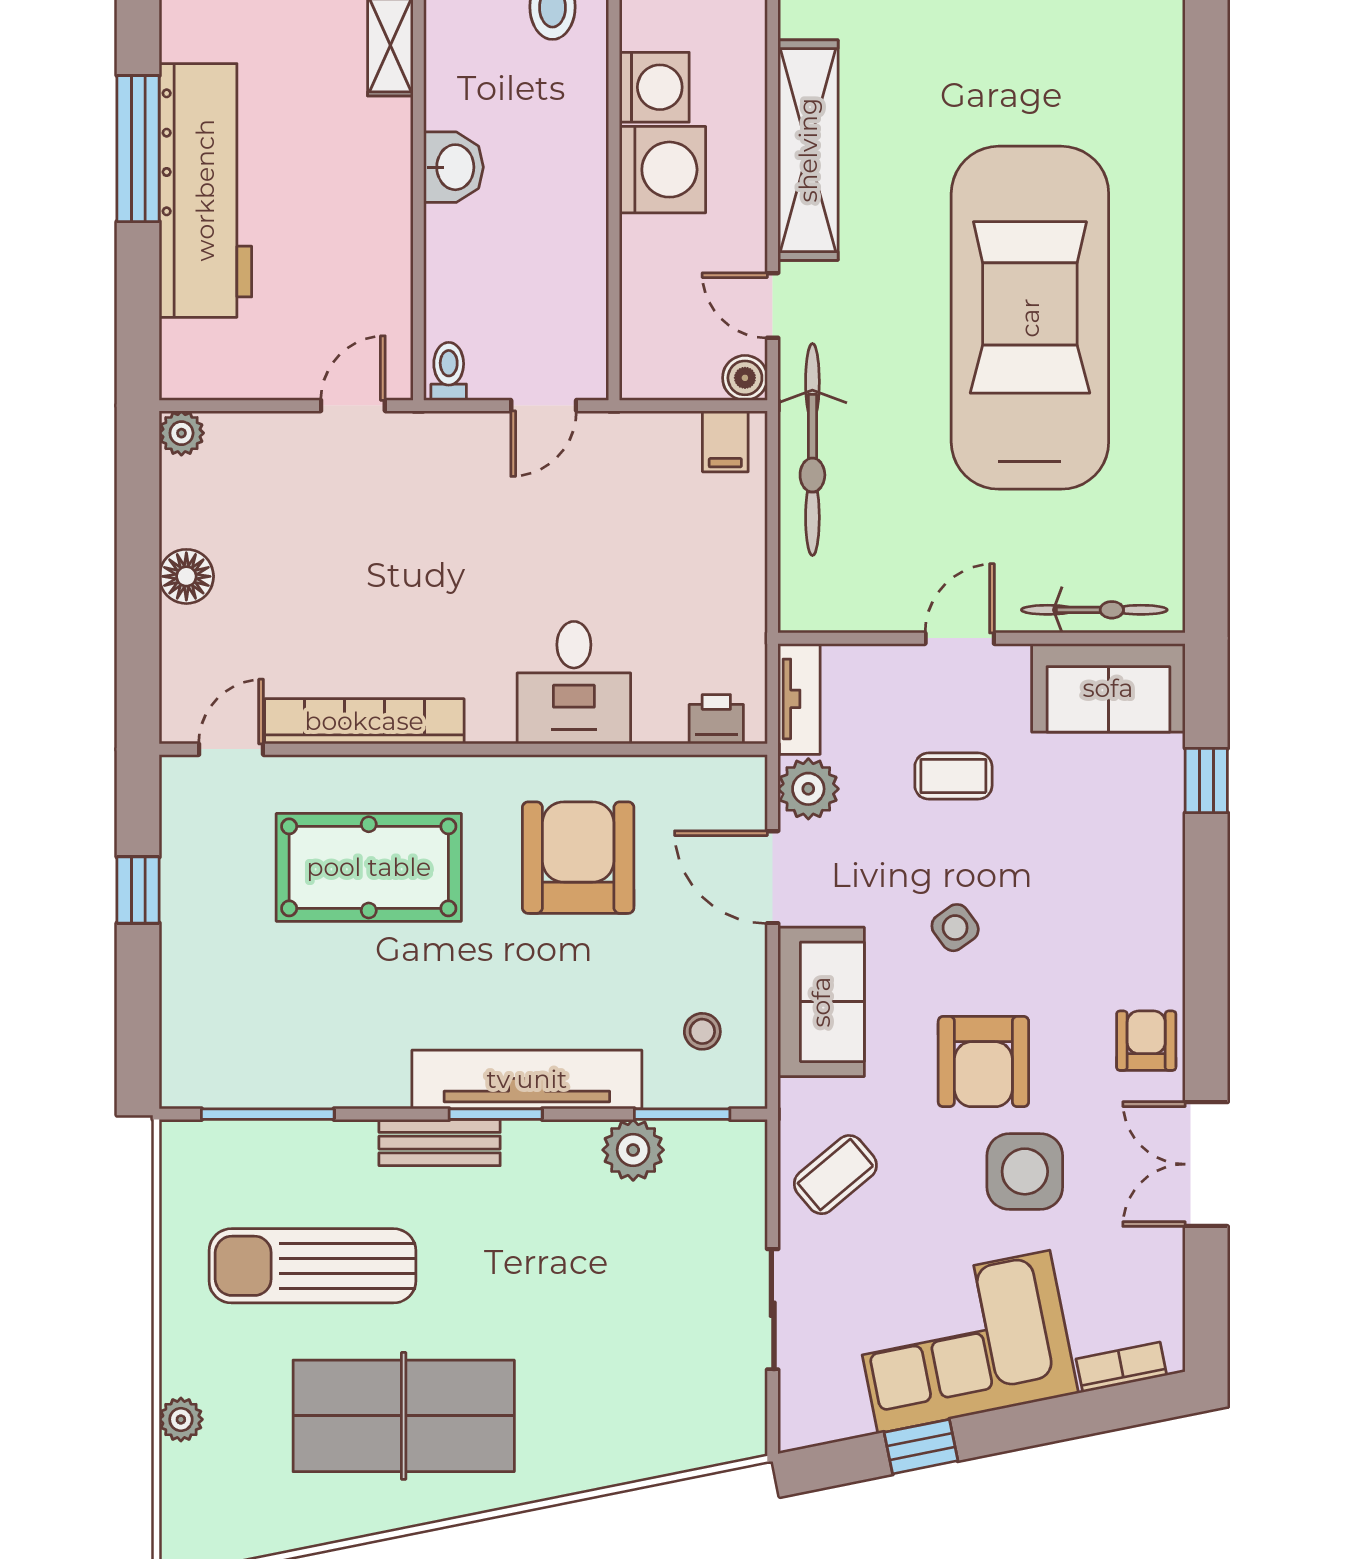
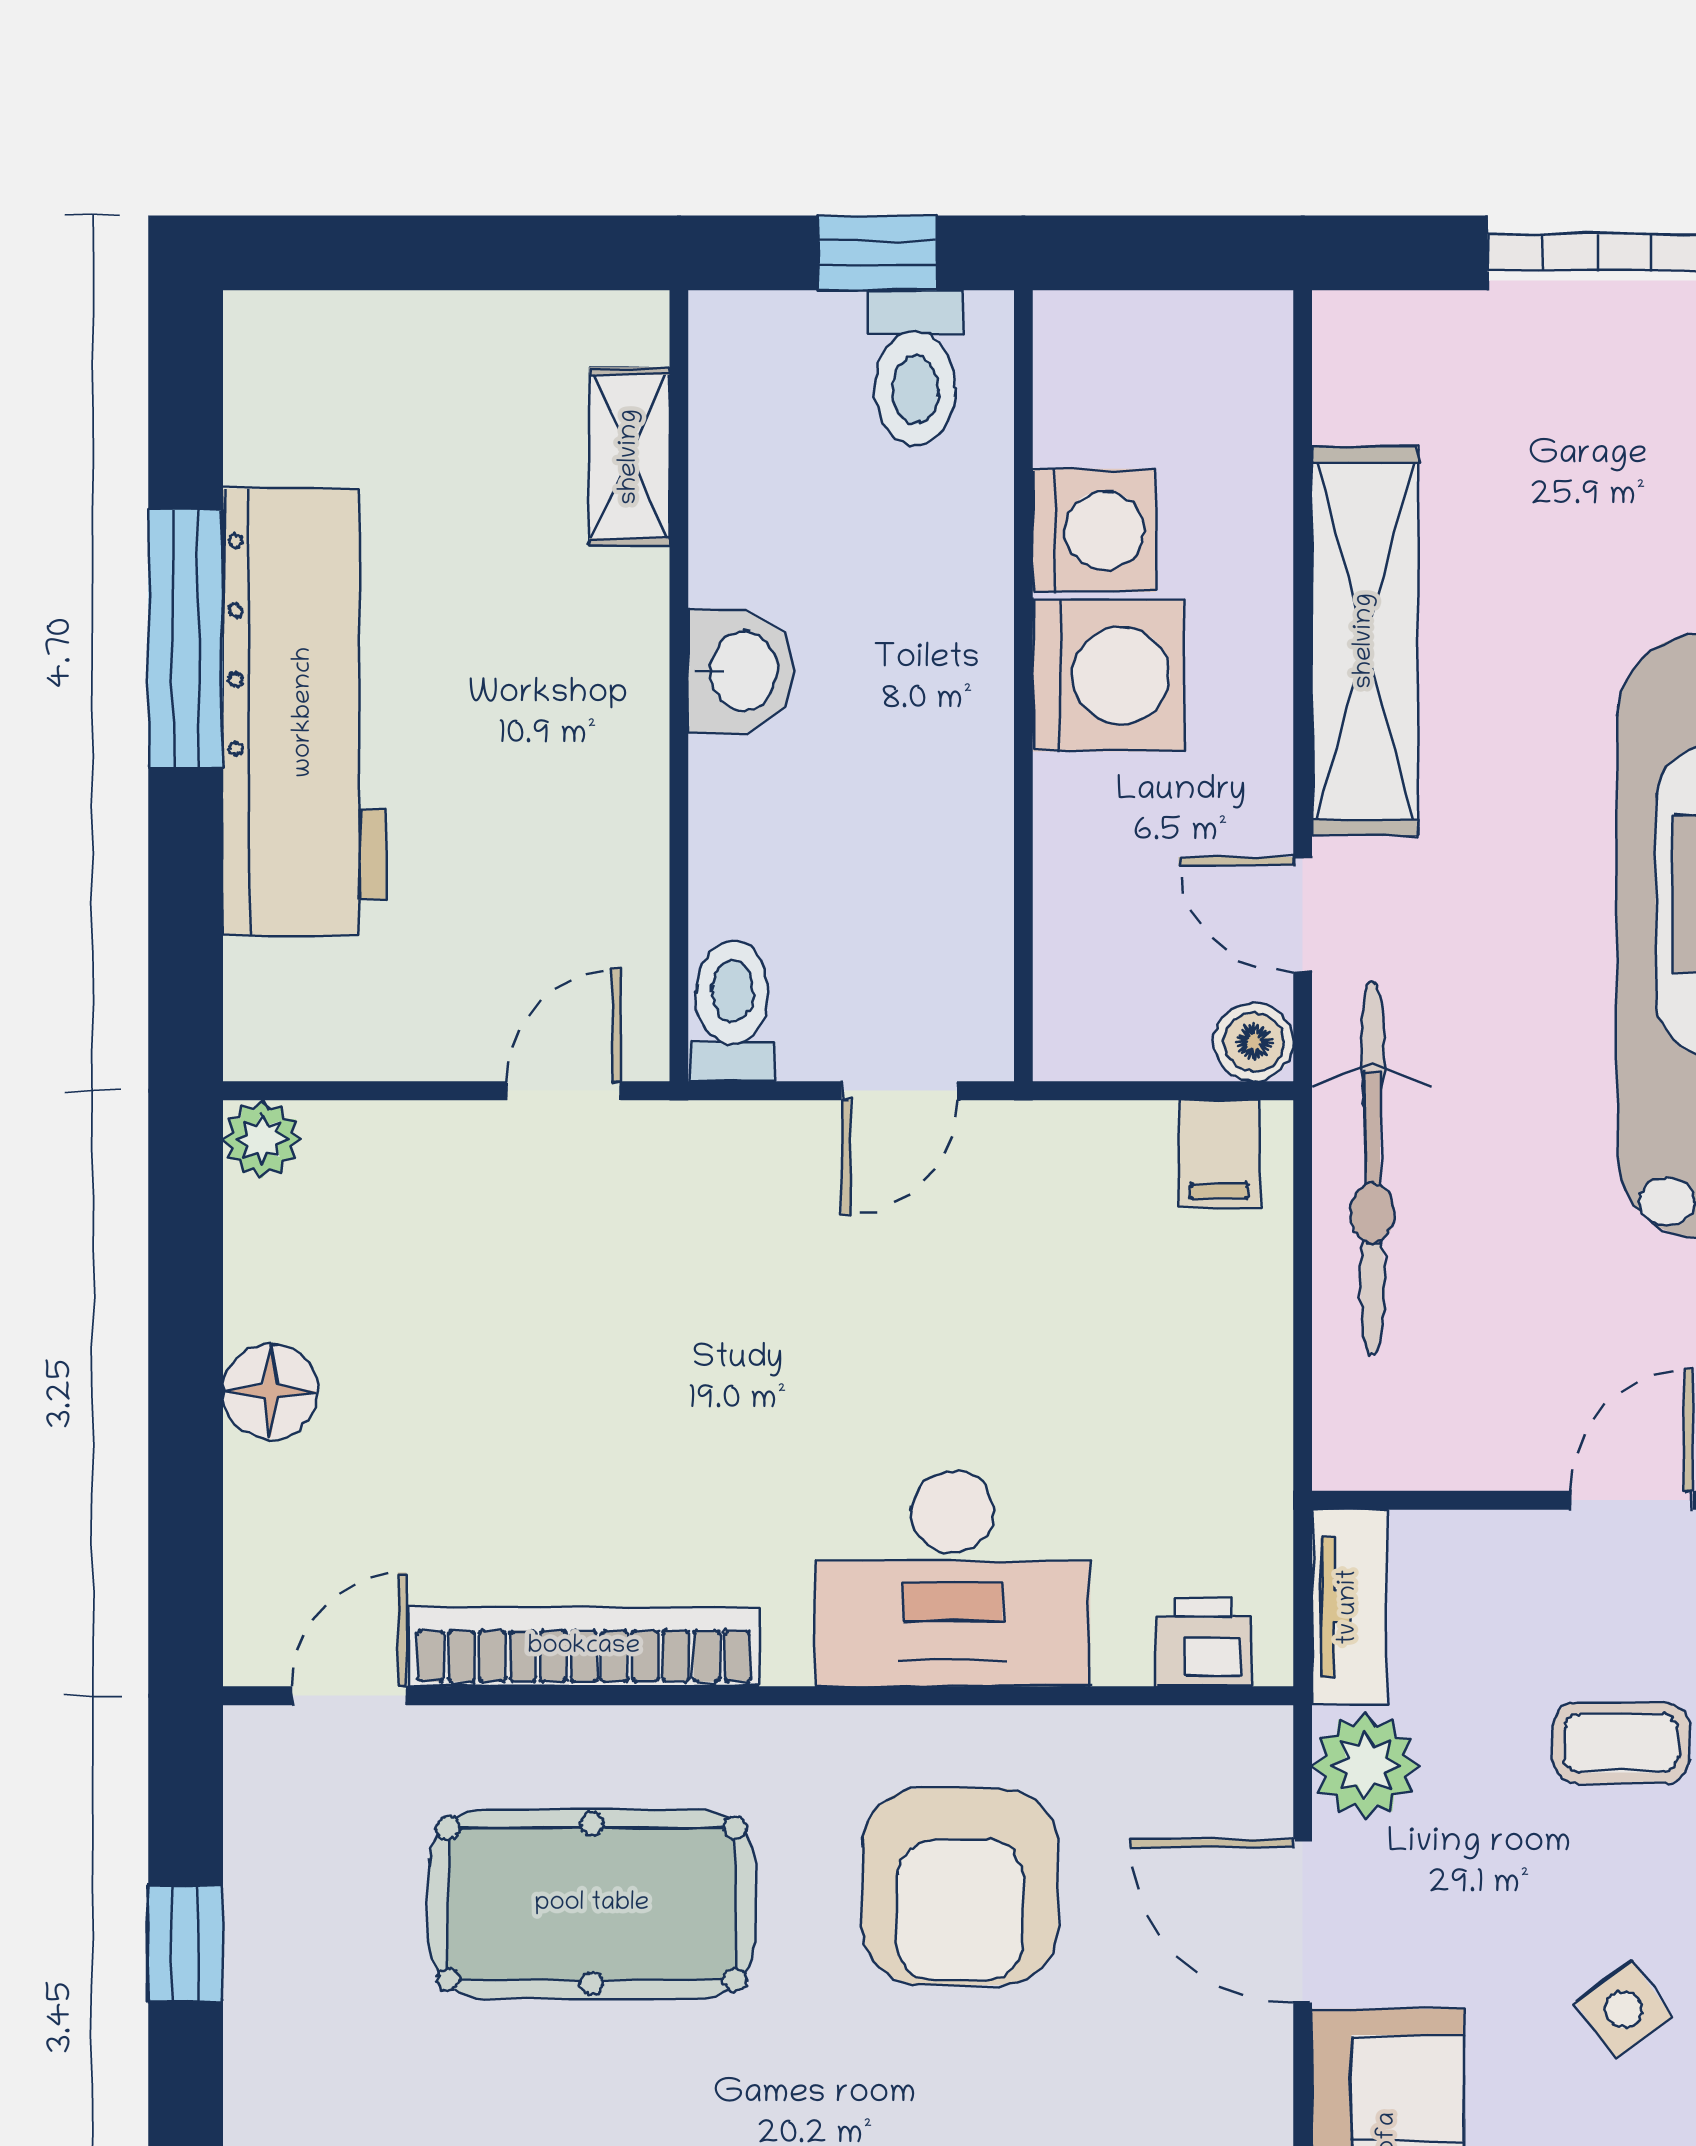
toilet: (449, 371) -> (732, 1011), width x1.37, depth x1.39
desk: (574, 683) -> (953, 1579), width x1.37
armchair: (578, 858) -> (960, 1887), turned 180

